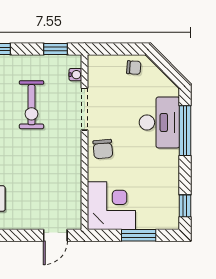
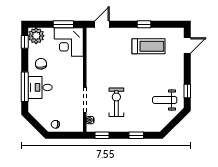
desk: (159, 122) -> (40, 87), width x0.73
chair: (103, 149) -> (41, 64), moved
plant: (166, 216) -> (36, 36), added
window: (139, 235) -> (63, 24), moved

